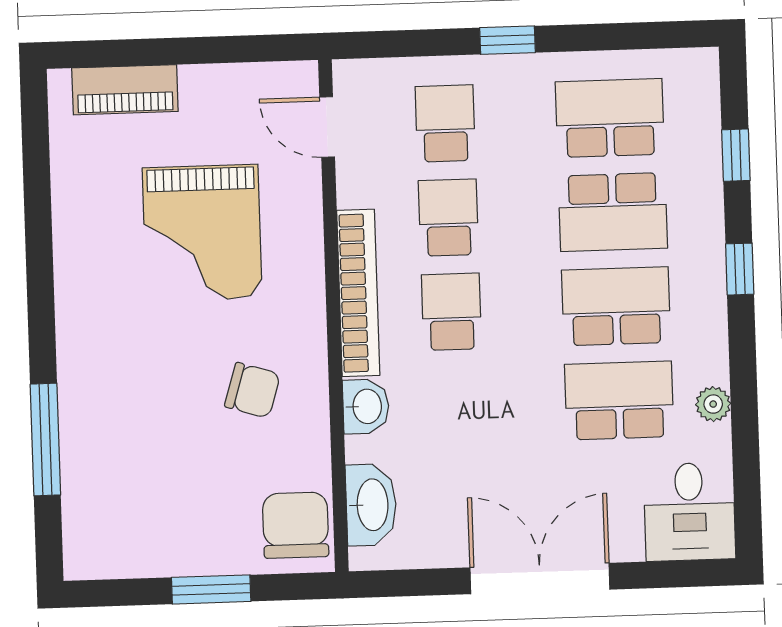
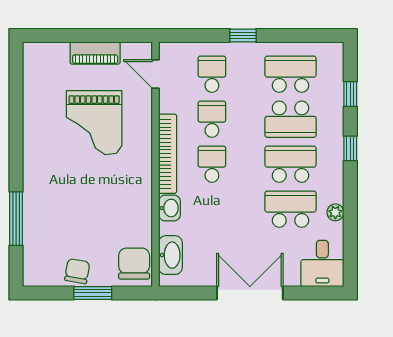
piano: (125, 90) -> (95, 53), moved
chair: (252, 390) -> (77, 271), moved, turned -97

